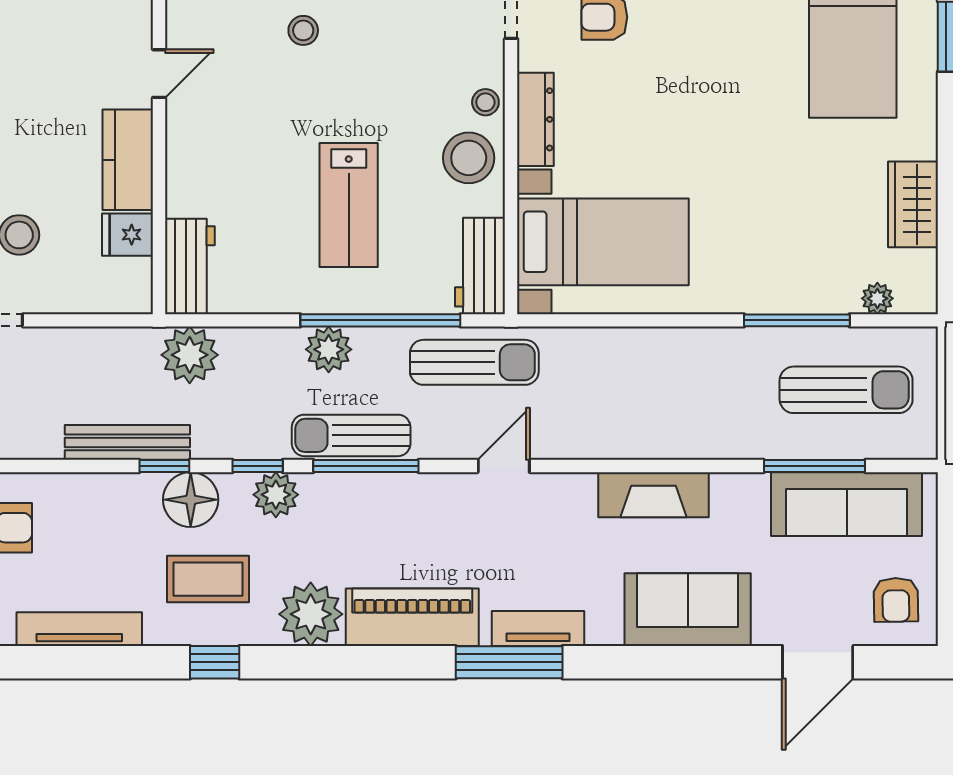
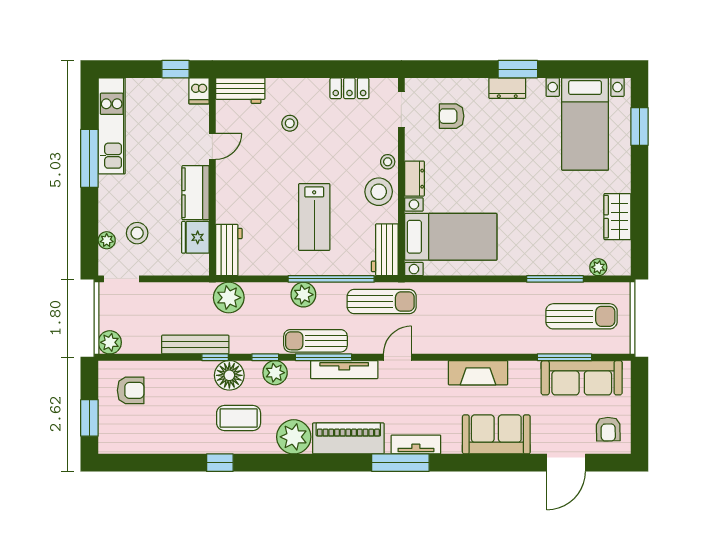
dresser: (535, 119) -> (415, 179), width x0.70
fridge: (127, 235) -> (195, 237), width x1.38
tv unit: (79, 629) -> (344, 370), moved, turned 180
window: (215, 662) -> (220, 463), moved

